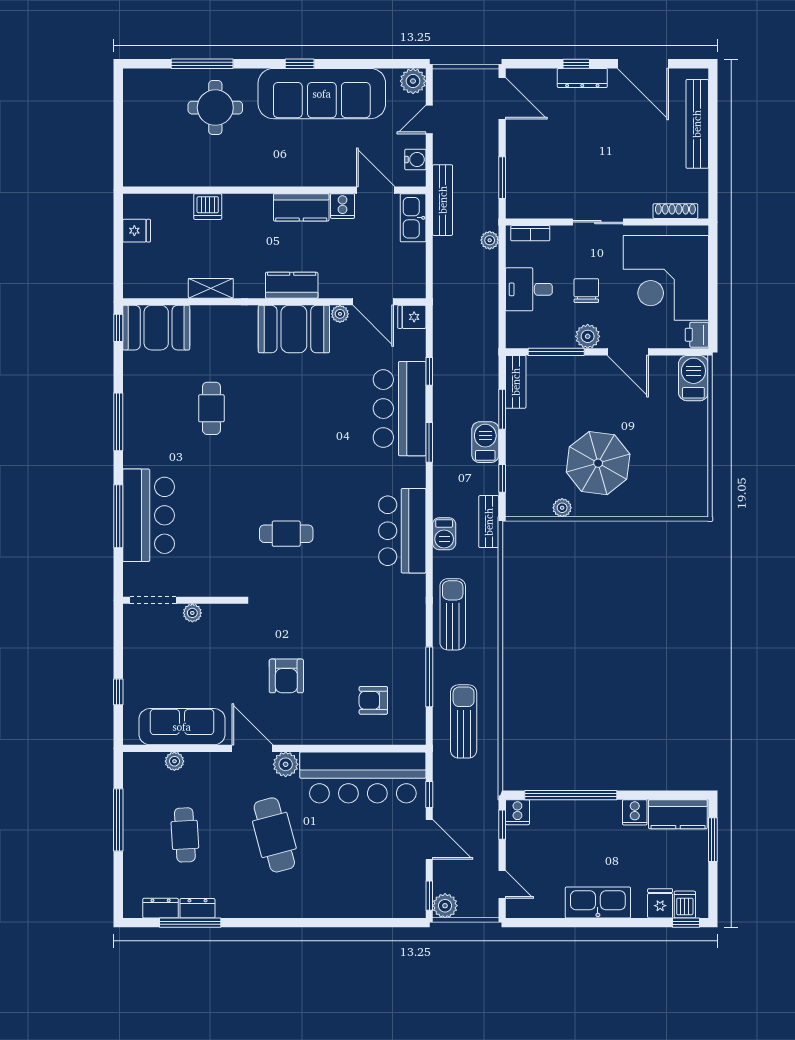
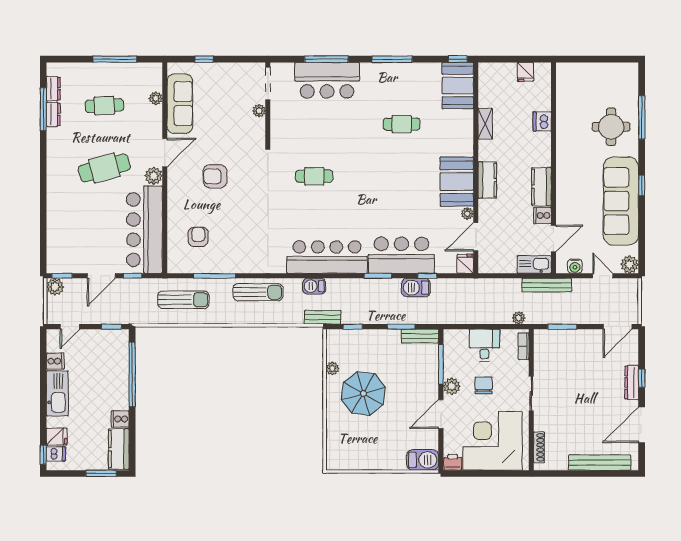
chair: (586, 291) -> (484, 385), turned -90
barbecue: (485, 442) -> (416, 288), moved, turned 180
bar counter: (402, 531) -> (327, 257), width x1.36
cafe table: (286, 534) -> (314, 176), turned 90
cooker: (517, 812) -> (55, 361), moved, turned 180

